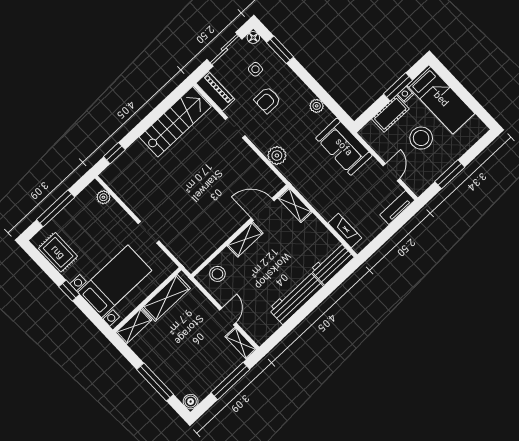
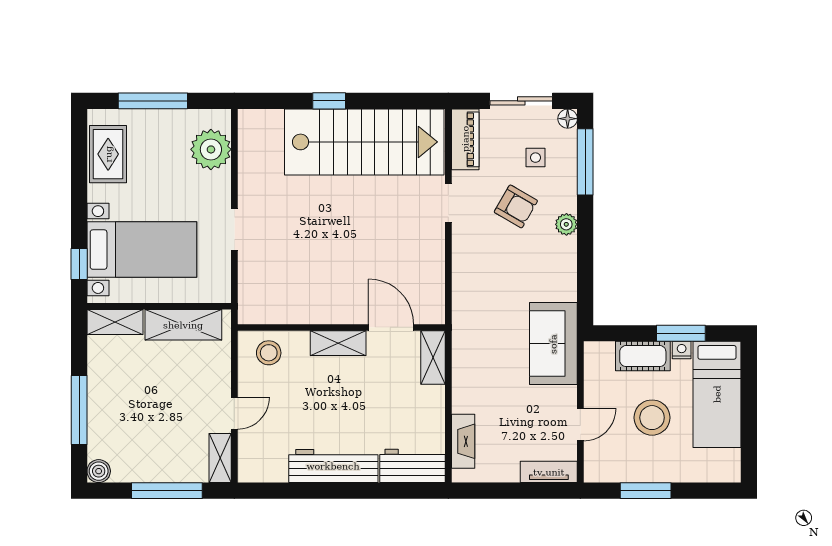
window: (280, 50) -> (585, 162), width x1.44
armchair: (267, 100) -> (516, 206), turned -150
plant: (317, 106) -> (566, 224), moved
stairs: (175, 122) -> (364, 142), width x1.36, depth x1.51
window: (114, 153) -> (329, 101), moved
plant: (277, 155) -> (466, 281), removed
plant: (103, 197) -> (211, 149), width x1.88, depth x1.88
window: (69, 291) -> (79, 264), moved

